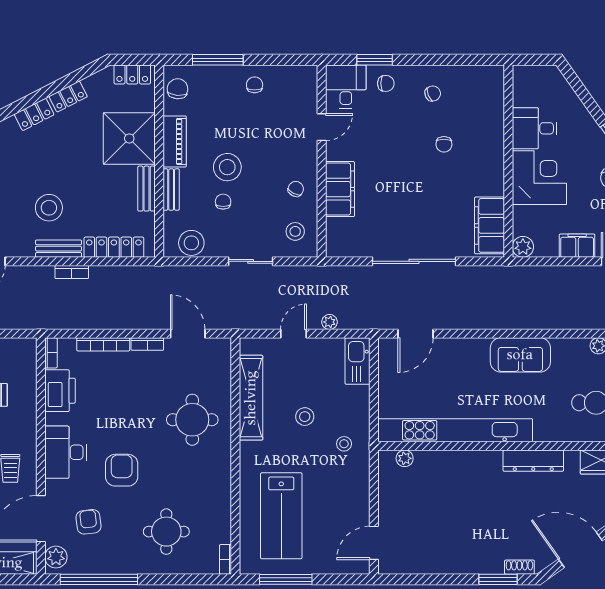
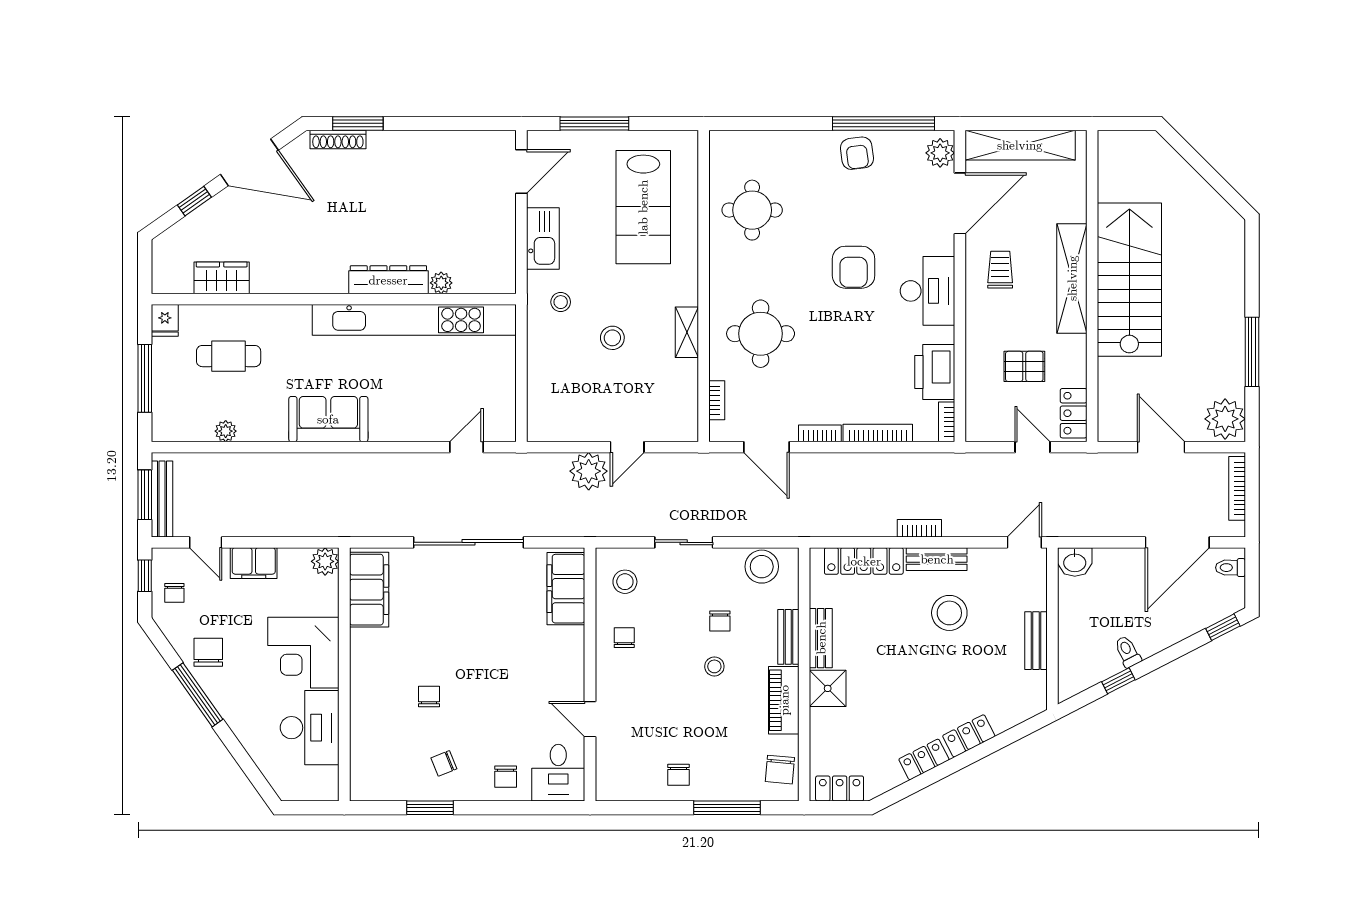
window: (375, 60) -> (430, 808), moved
chair: (386, 83) -> (506, 777), turned -90
door: (322, 127) -> (590, 719), hinge flipped
desk: (535, 128) -> (310, 728), width x1.37
shower: (129, 138) -> (828, 688), width x0.54, depth x0.54
stool: (227, 167) -> (714, 666), width x0.53, depth x0.53
chair: (296, 189) -> (624, 638), turned 153
filing cabinet: (340, 189) -> (566, 589), moved
plant: (329, 322) -> (589, 471), width x1.88, depth x1.88
door: (416, 334) -> (466, 447), width x0.73
kitchen sink: (358, 361) -> (543, 239), moved
shelving: (251, 398) -> (687, 332), width x0.45, depth x0.75
plant: (405, 458) -> (441, 283), moved
dresser: (533, 461) -> (388, 280), moved
lab bench: (281, 516) -> (643, 207), turned 180
armchair: (88, 522) -> (857, 153), moved
round table: (166, 532) -> (752, 210), moved
bookcase: (225, 559) -> (717, 400), moved
shoe rack: (519, 567) -> (338, 140), width x1.43
window: (286, 579) -> (594, 123), moved

